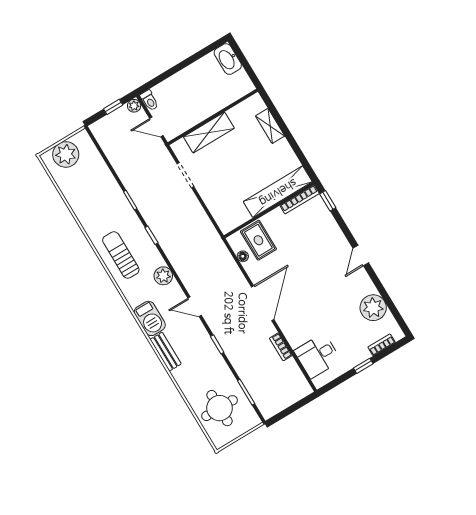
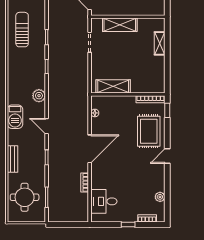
shelving: (278, 192) -> (113, 86), moved, width x0.68
rug: (258, 240) -> (149, 131), moved, width x1.36, depth x1.43
sun lounger: (121, 255) -> (22, 30), moved
plant: (373, 308) -> (160, 197), width x0.53, depth x0.53
bench: (166, 352) -> (12, 159), moved

